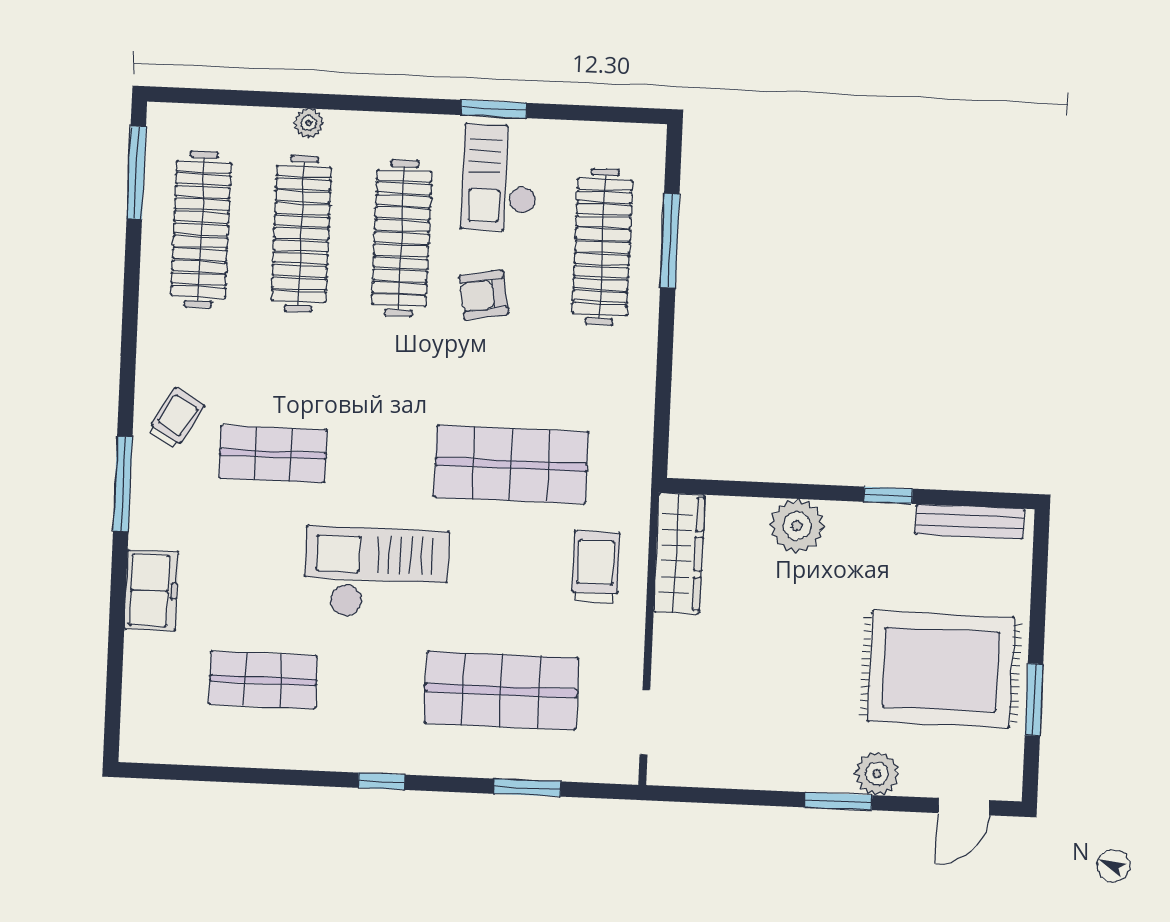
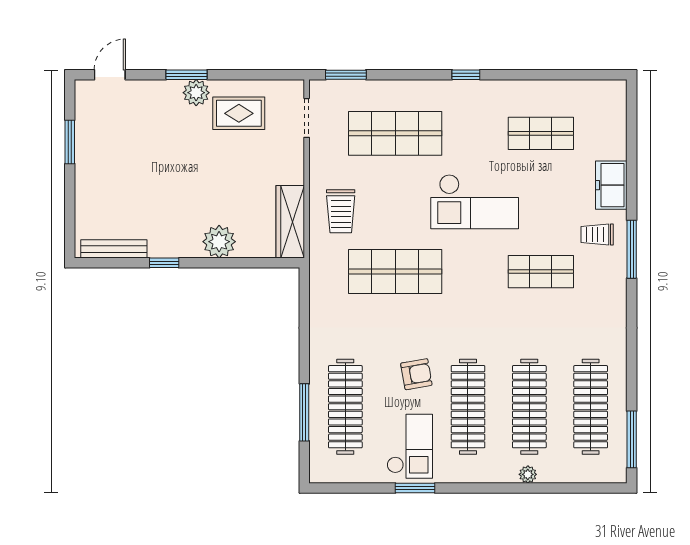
trolley: (176, 418) -> (597, 235), moved, turned 59
rug: (941, 669) -> (239, 113), moved, width x0.54, depth x0.49
plant: (877, 773) -> (196, 93), moved
window: (527, 788) -> (346, 75), moved

